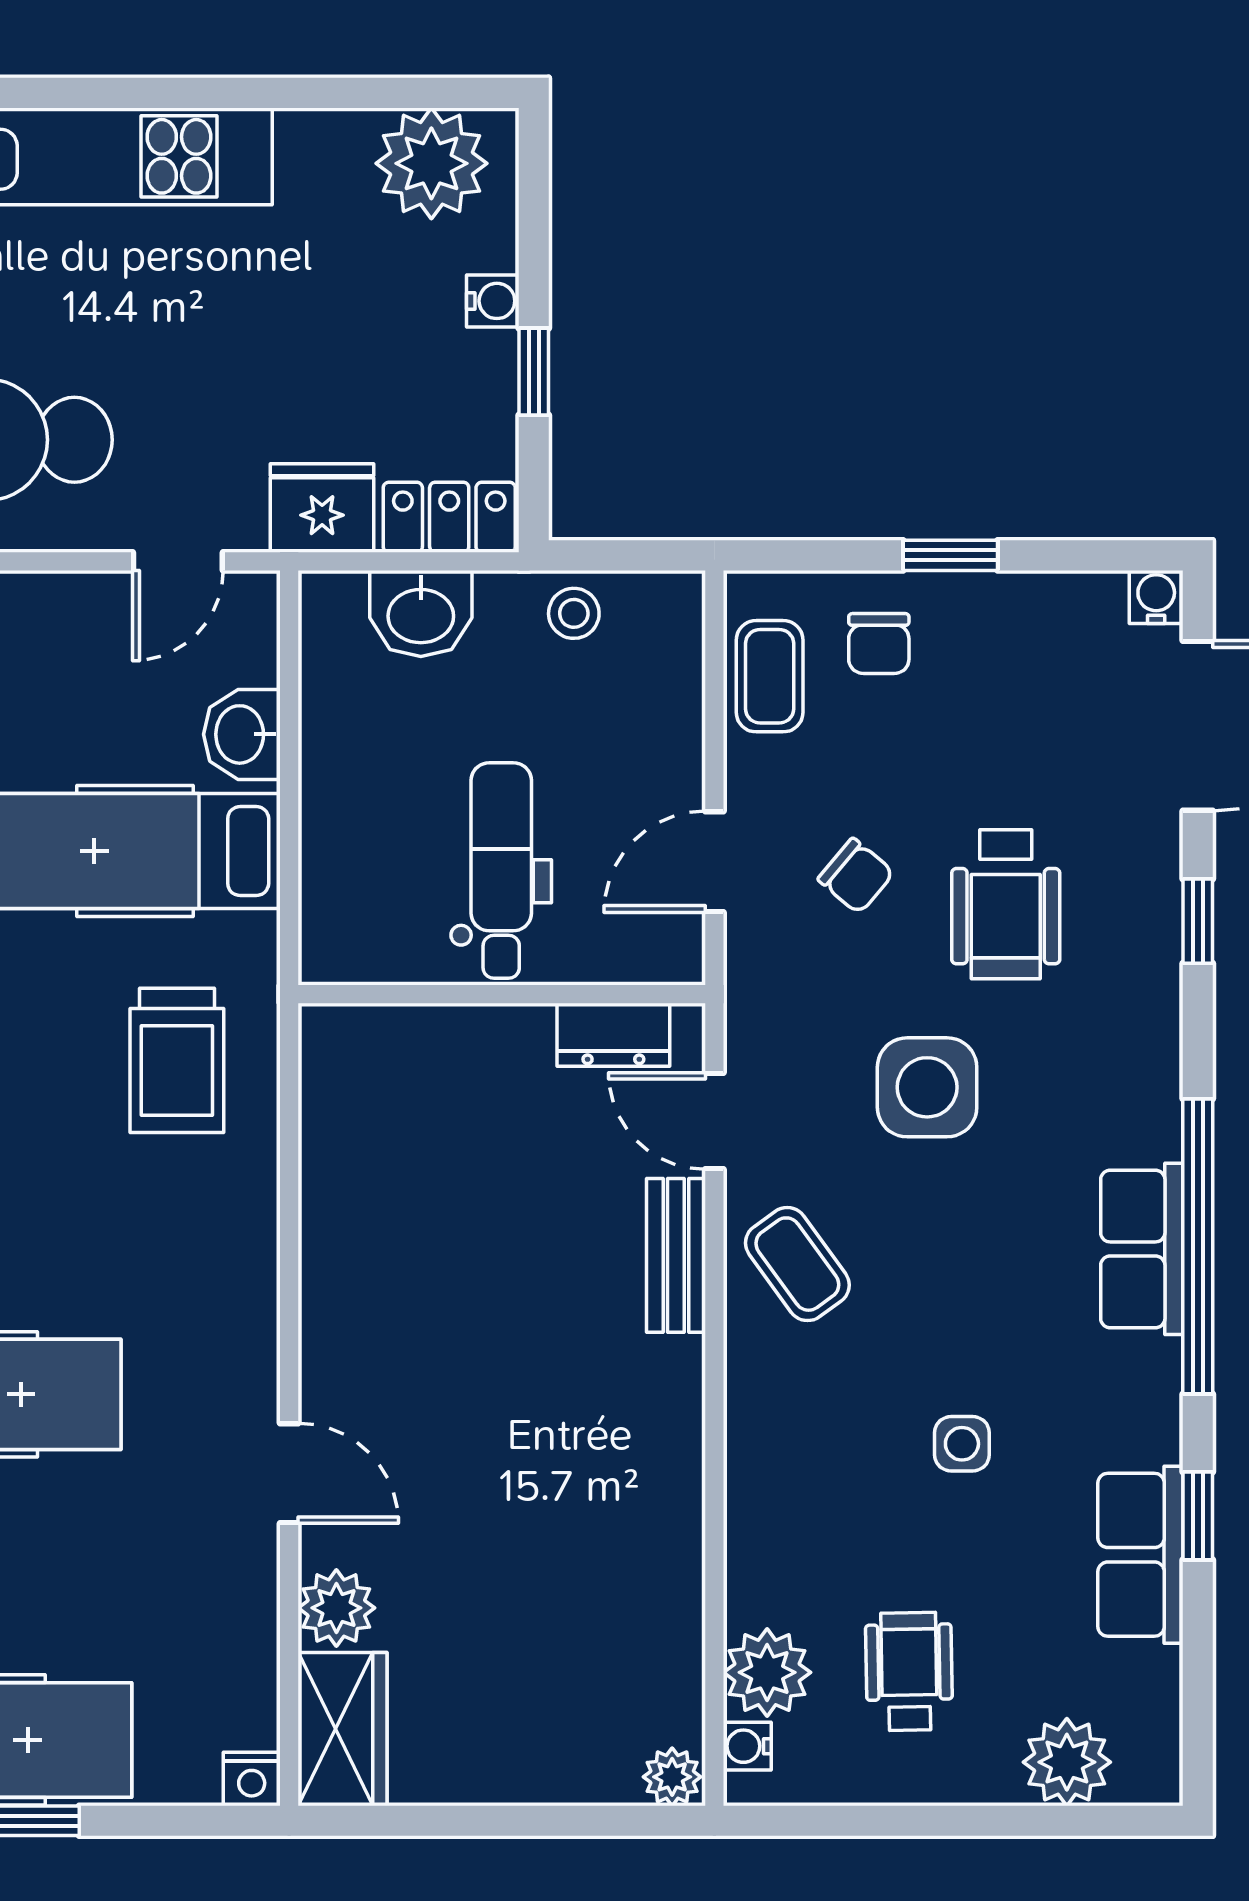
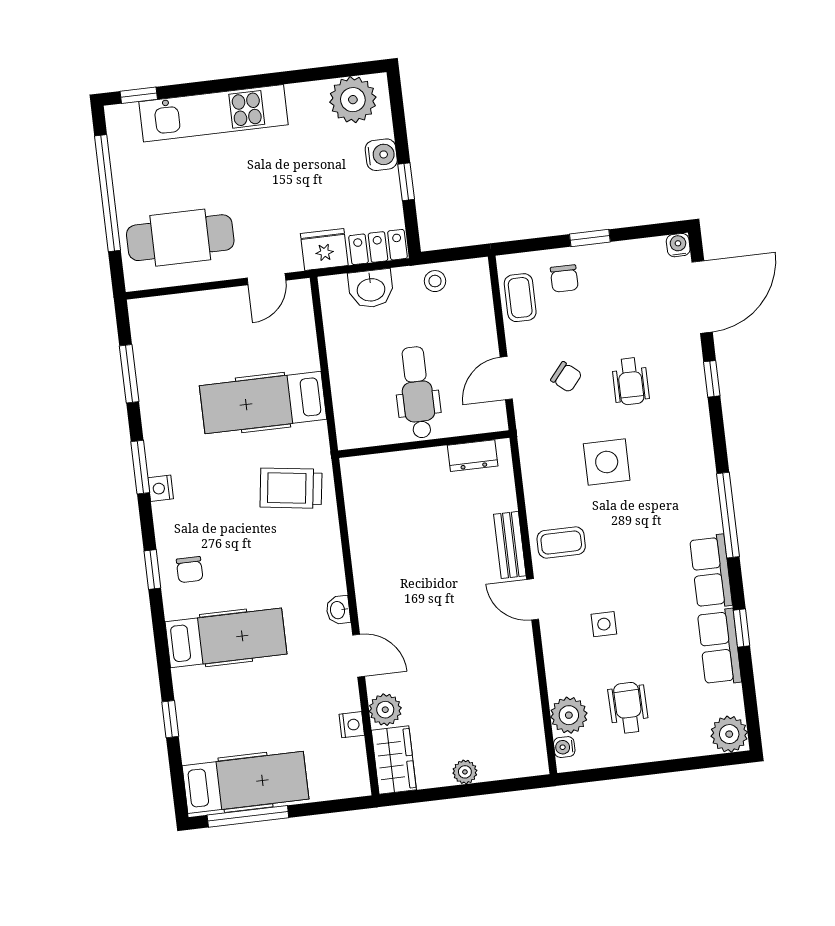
water cooler: (493, 301) -> (381, 155), width x1.38, depth x1.38
washbasin: (242, 734) -> (338, 610), moved, width x0.72, depth x0.69
wheelchair: (1006, 904) -> (630, 381), width x0.73, depth x0.73
trolley: (177, 1060) -> (291, 488), turned 98
door: (714, 1121) -> (533, 599), moved
window: (1198, 1246) -> (728, 515), width x0.68
row of seats: (1142, 1249) -> (711, 572), moved
coffee table: (797, 1264) -> (561, 542), turned -54
side table: (962, 1444) -> (604, 624), moved
plant: (1067, 1762) -> (729, 734), moved
plant: (672, 1777) -> (465, 772), moved
nightstand: (252, 1779) -> (352, 725), moved, turned -90

